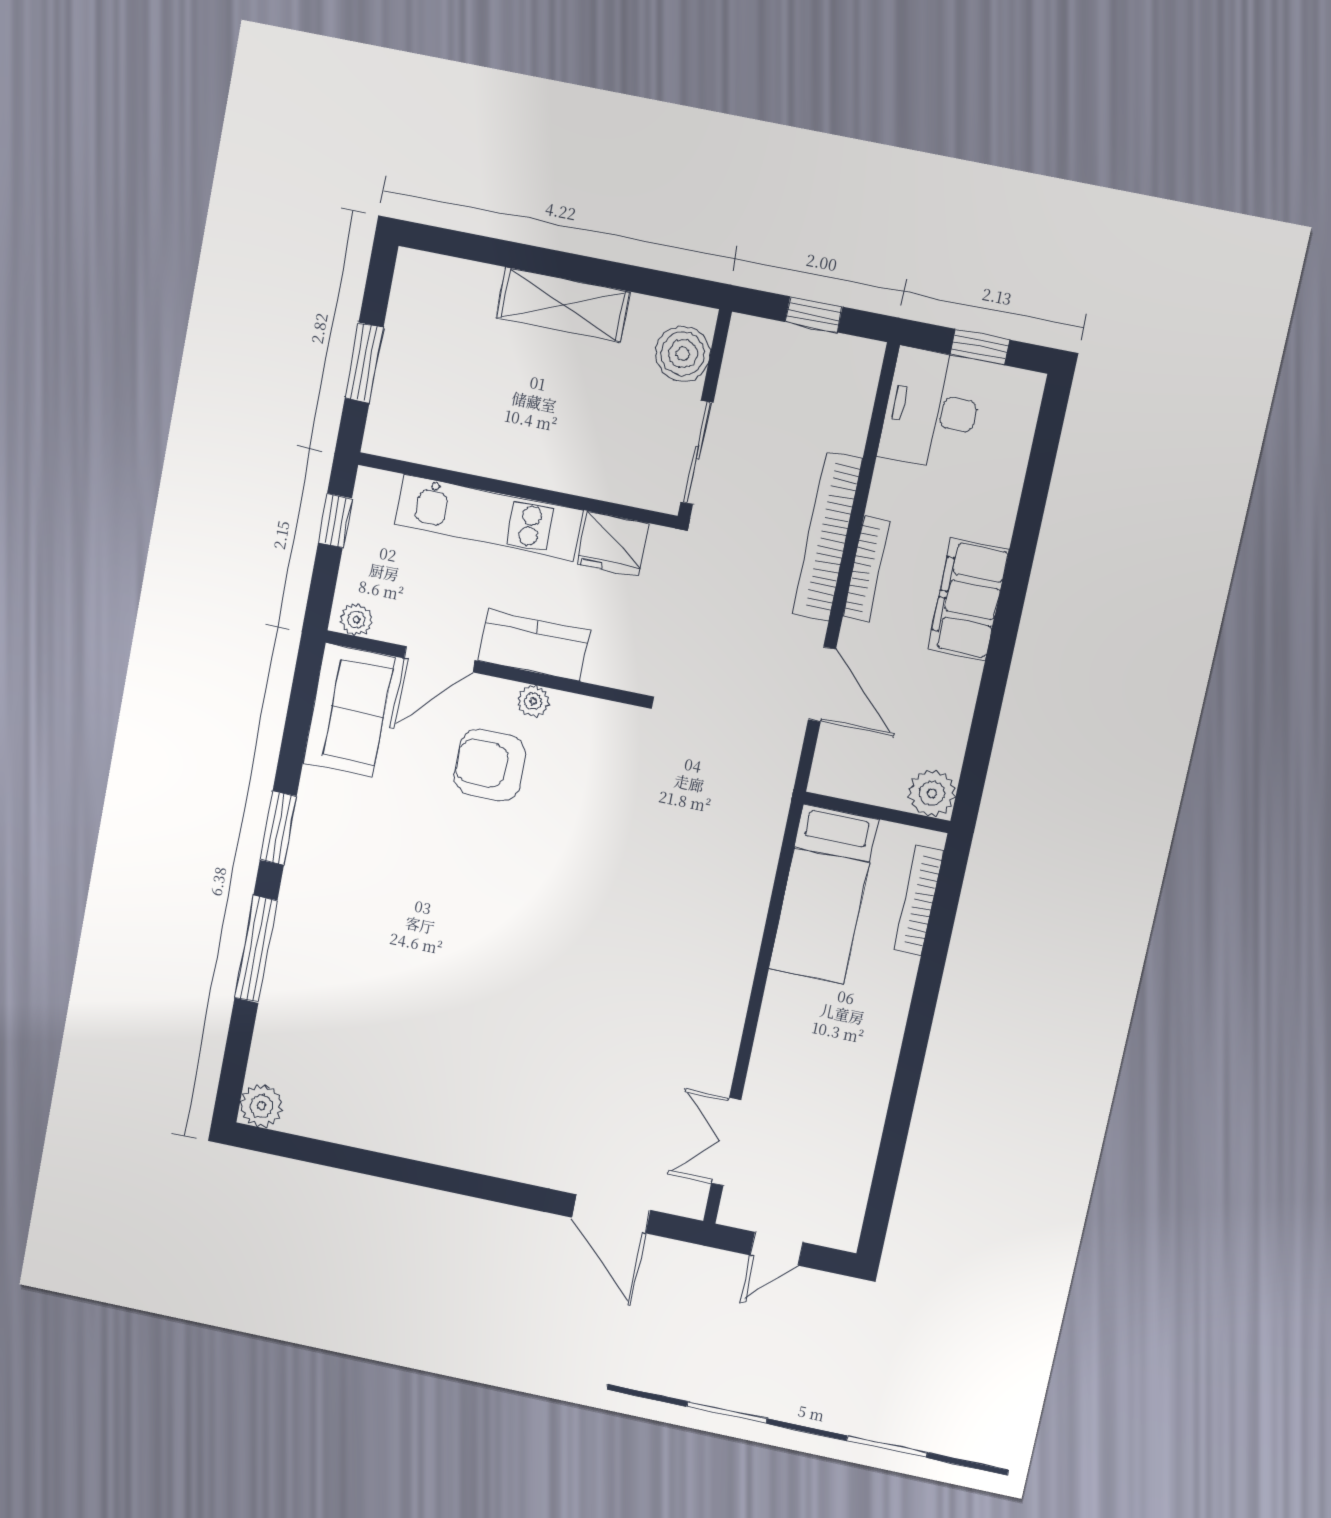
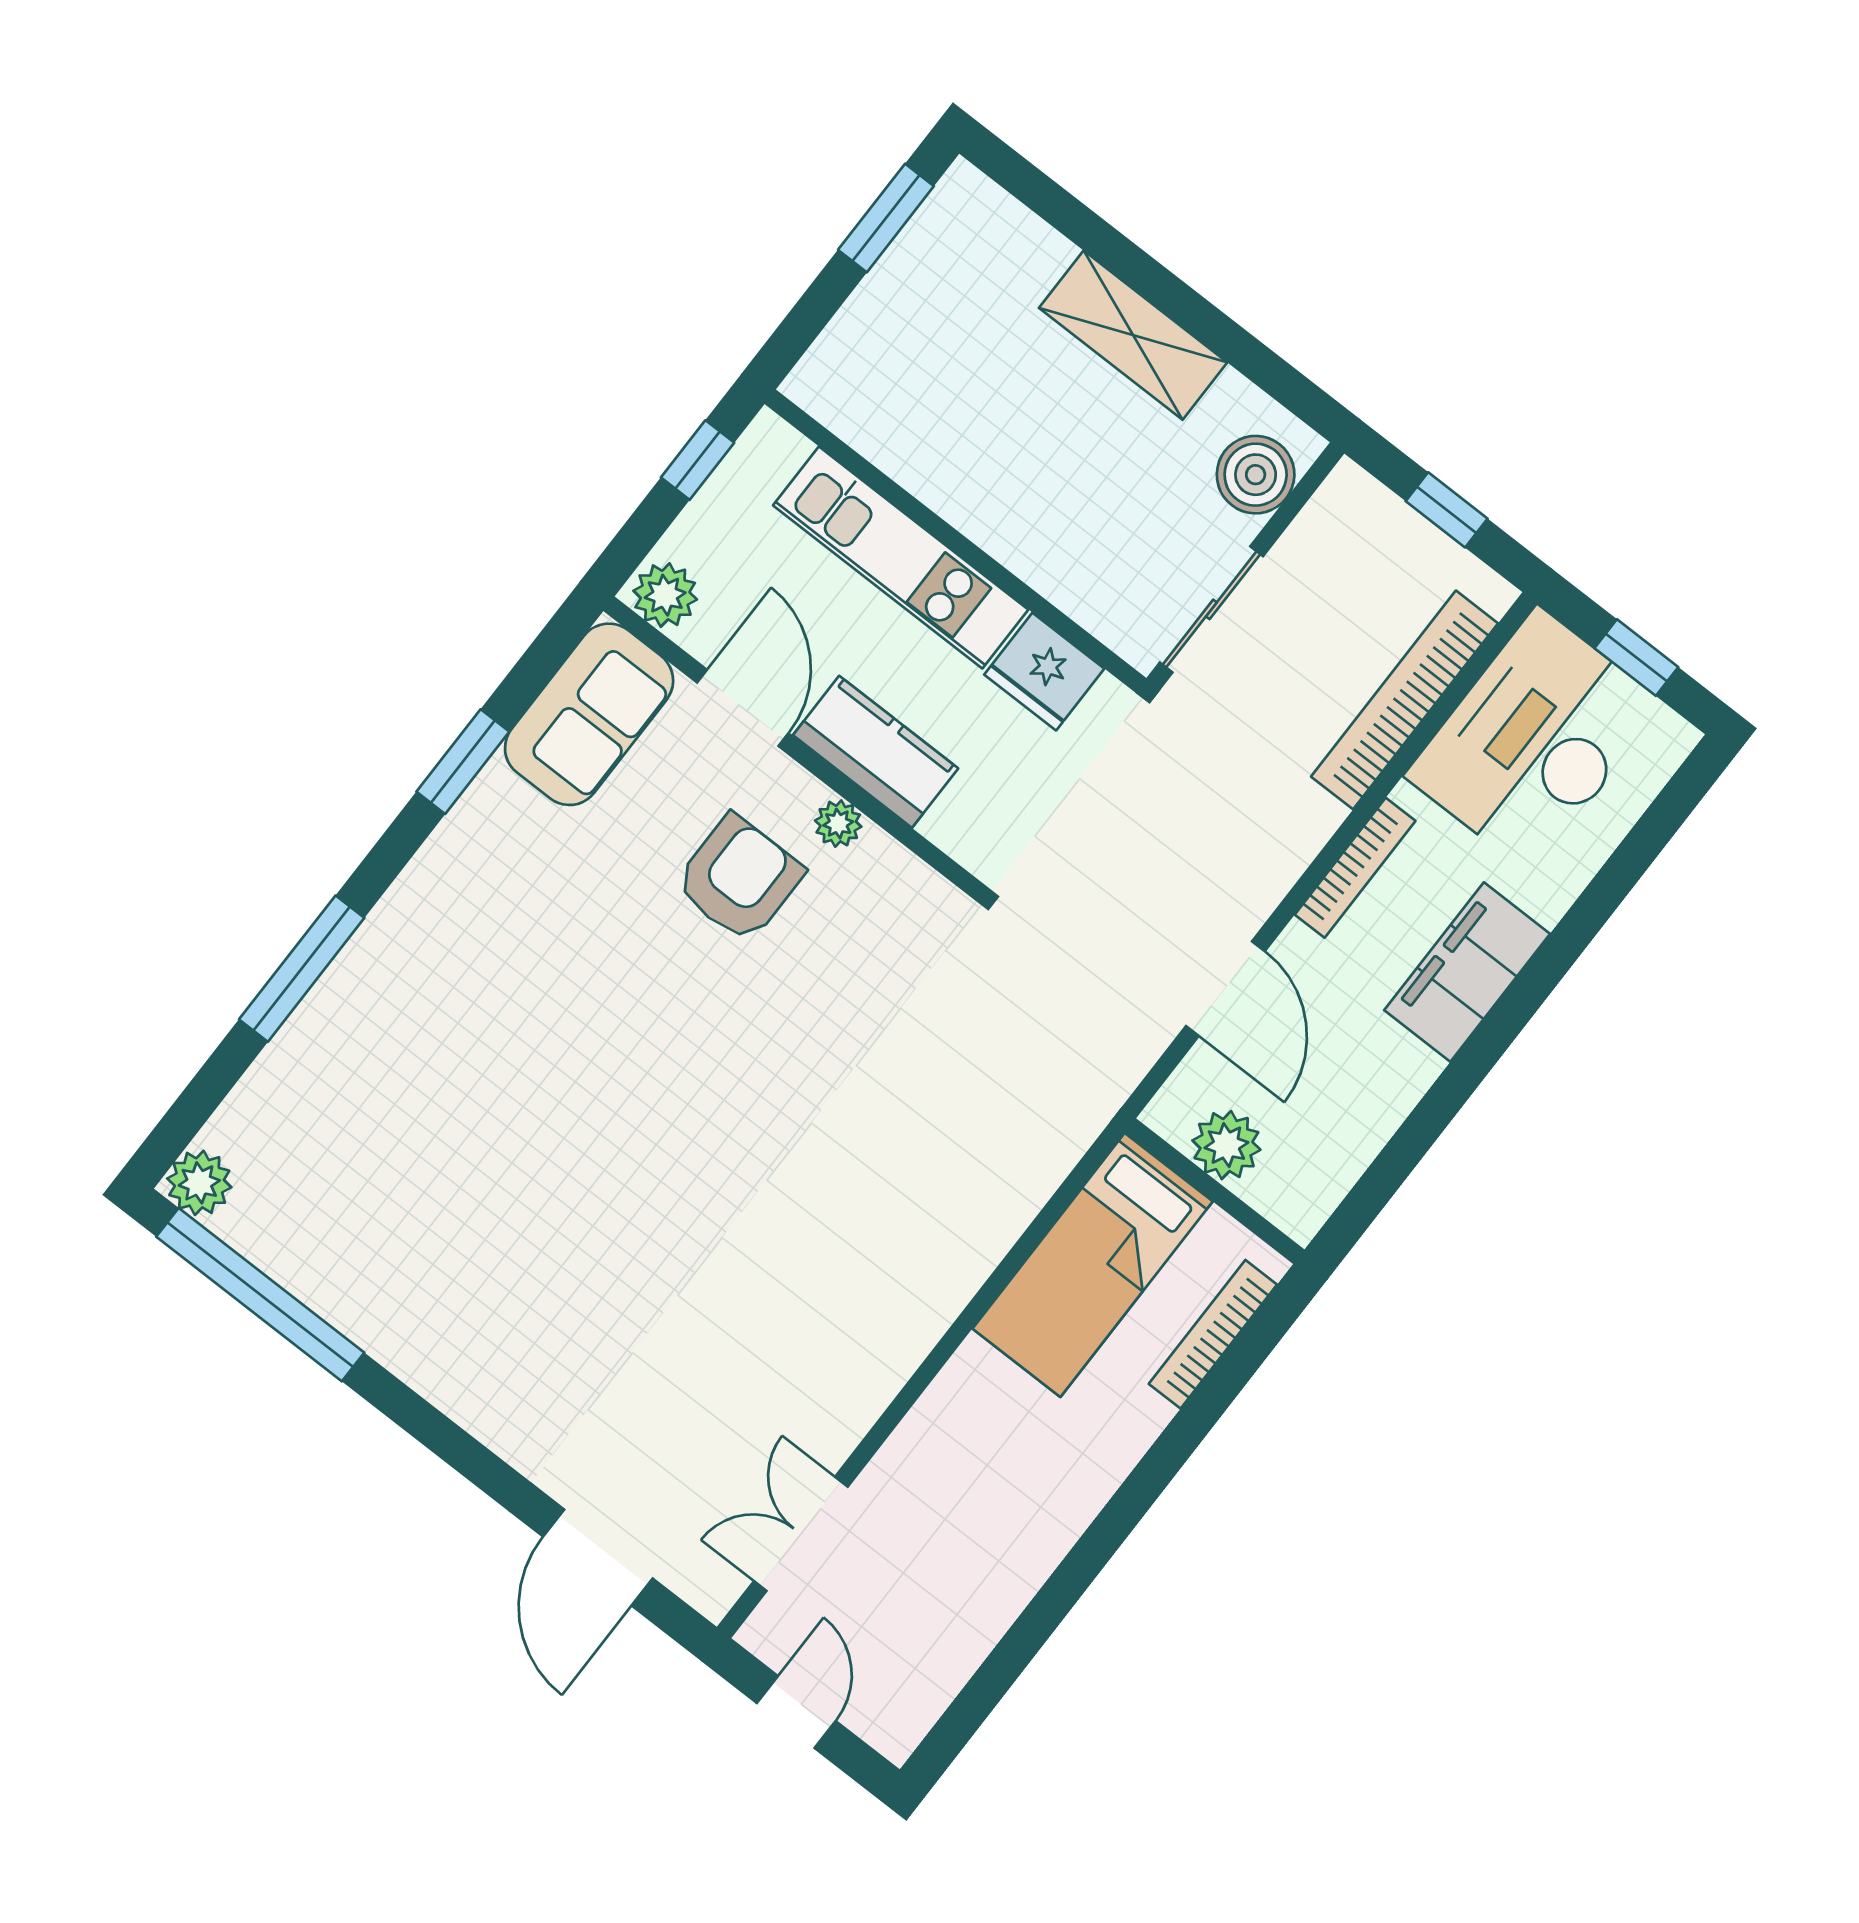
window: (364, 363) -> (886, 218), moved
desk: (931, 409) -> (1534, 740), width x1.36, depth x1.30
bookcase: (827, 536) -> (1405, 700), moved
plant: (356, 620) -> (665, 595), width x1.38, depth x1.38
door: (439, 659) -> (743, 708), swing flipped
armchair: (490, 765) -> (739, 879), turned 90
plant: (932, 793) -> (1226, 1145), moved
window: (278, 828) -> (463, 762), moved
window: (331, 1155) -> (260, 1295), added
door: (777, 1249) -> (796, 1712), swing flipped

